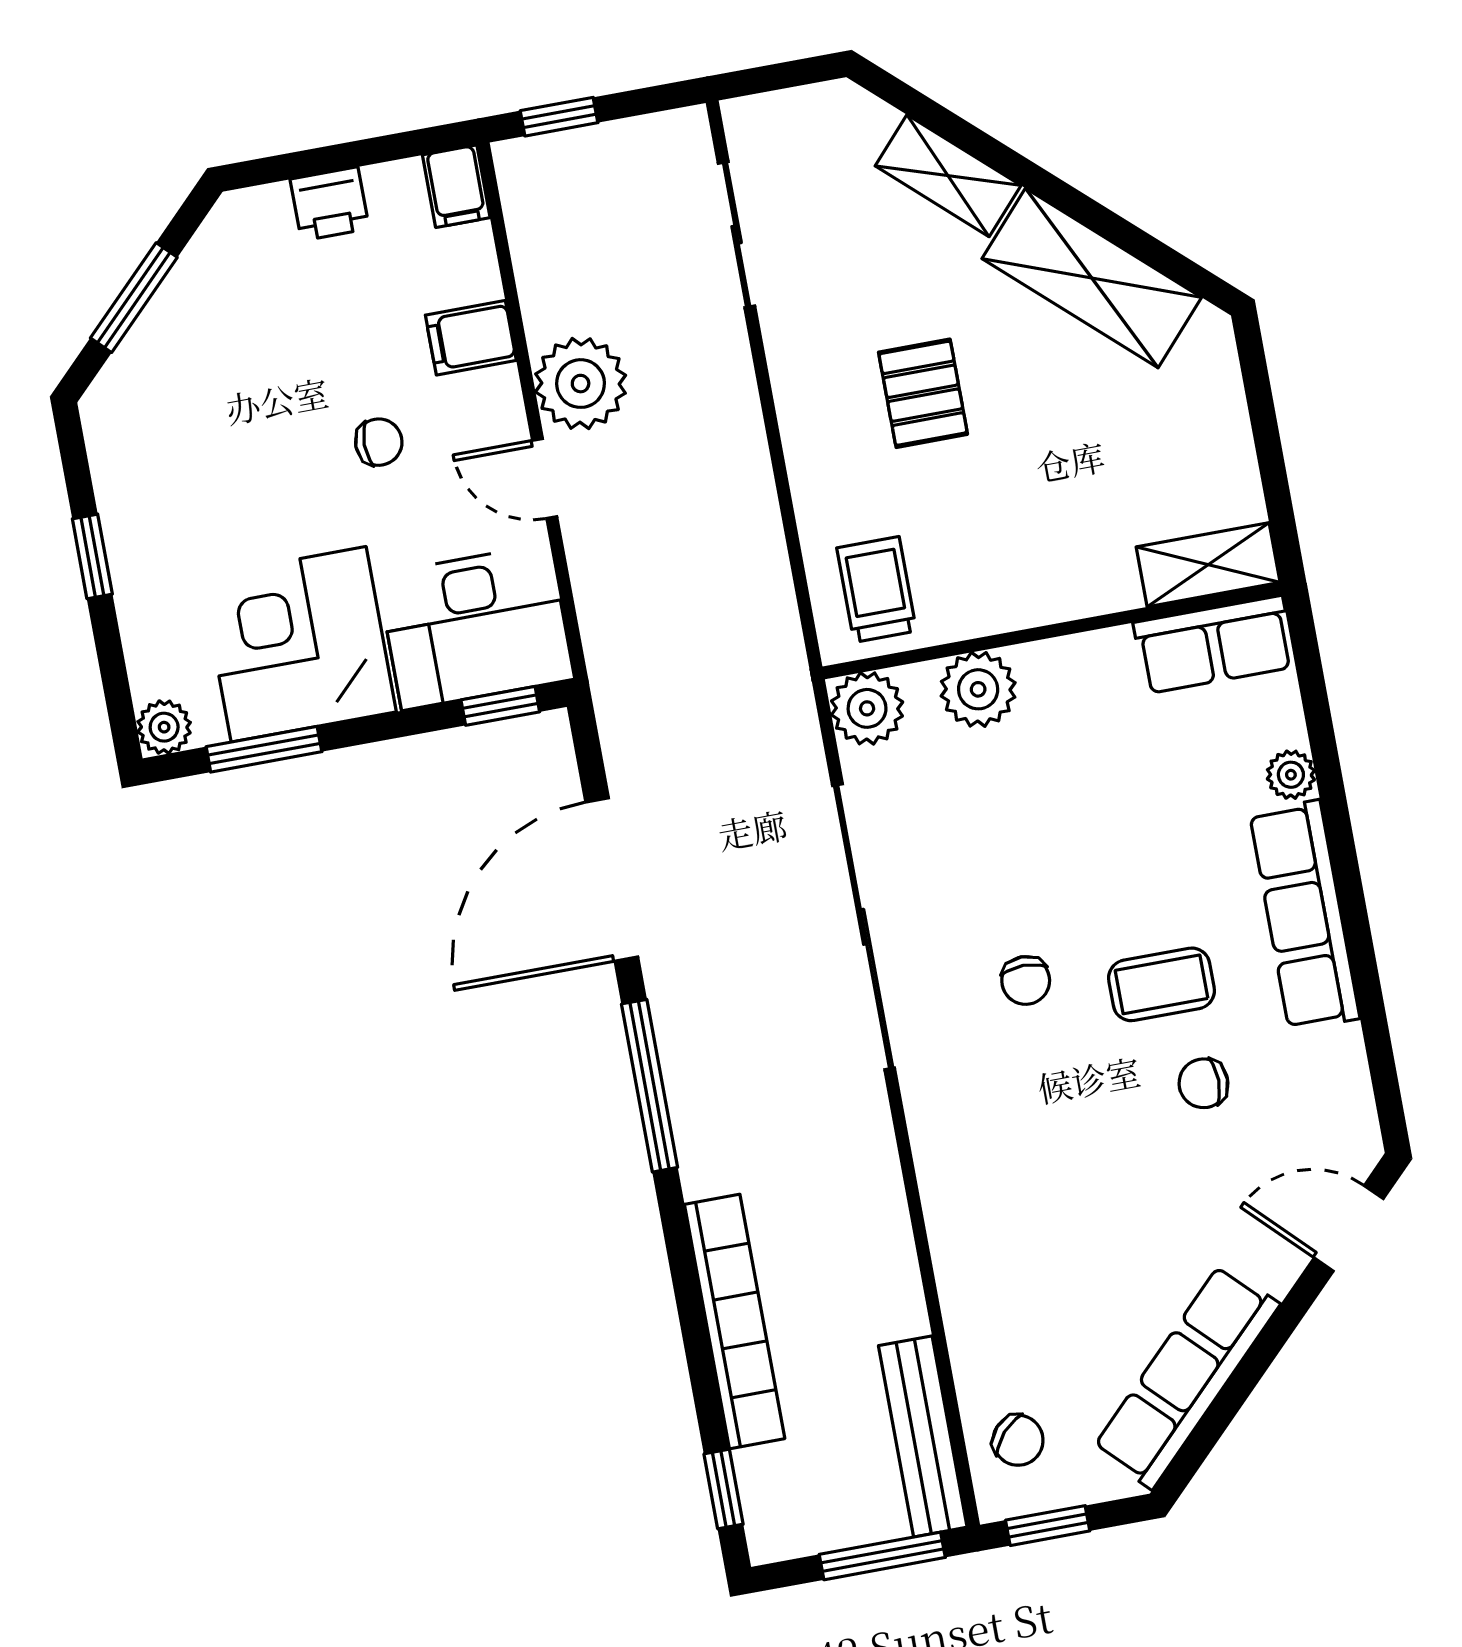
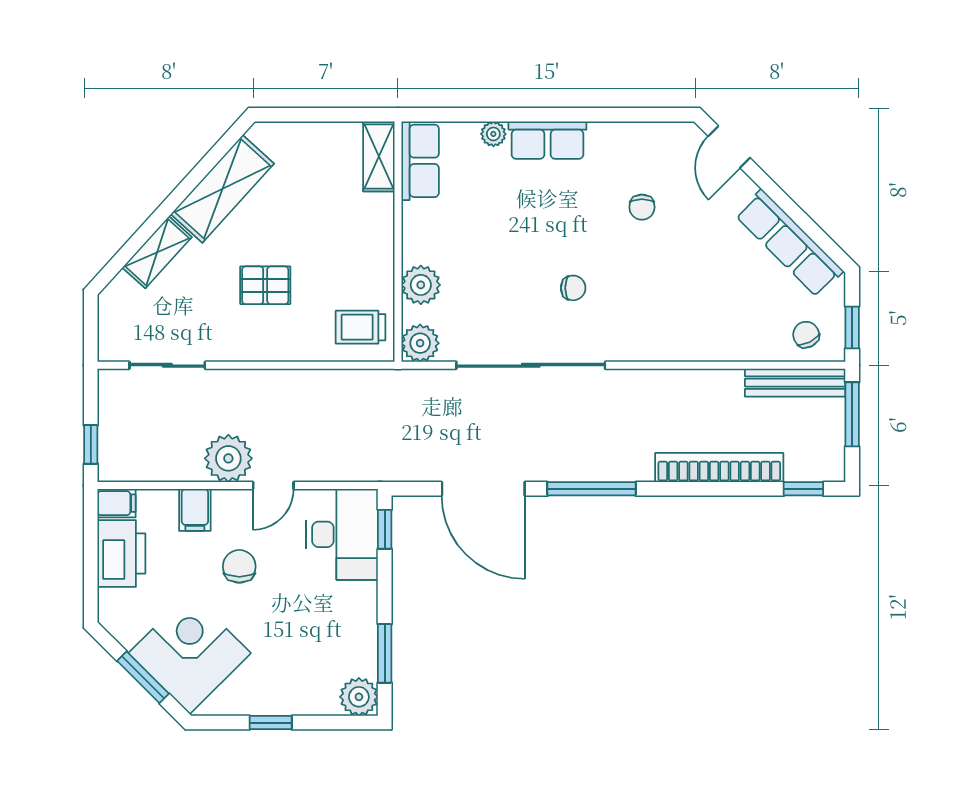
printer: (330, 204) -> (121, 554), width x1.87, depth x1.48
chair: (379, 442) -> (239, 566), width x1.37, depth x1.37
corner desk: (299, 644) -> (190, 653), moved, turned 135
plant: (164, 727) -> (359, 697), width x1.38, depth x1.38
row of seats: (1305, 915) -> (547, 140), width x0.68
coffee table: (1161, 984) -> (588, 219), removed
chair: (1018, 1440) -> (806, 335), turned -69

